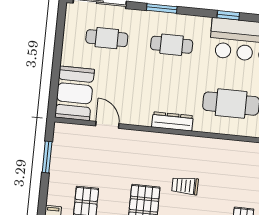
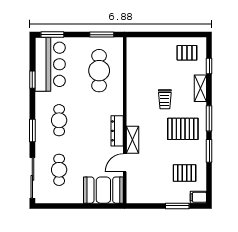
dresser: (172, 121) -> (117, 131), moved
shelving: (136, 138) -> (132, 140), added
window: (47, 157) -> (177, 206), moved

